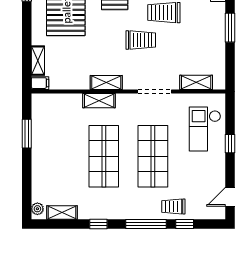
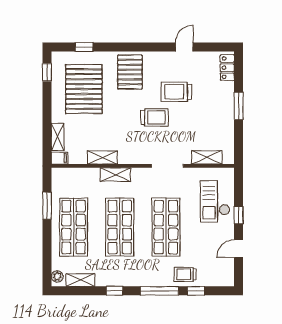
shelving: (106, 82) -> (102, 158), moved
shop shelf: (55, 156) -> (74, 227), added
door: (230, 197) -> (239, 249), moved

